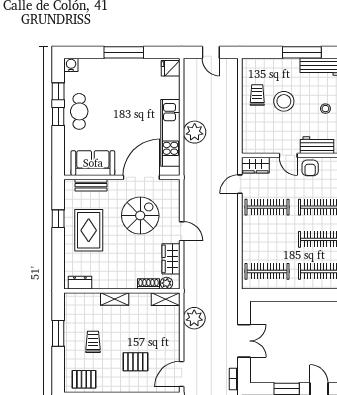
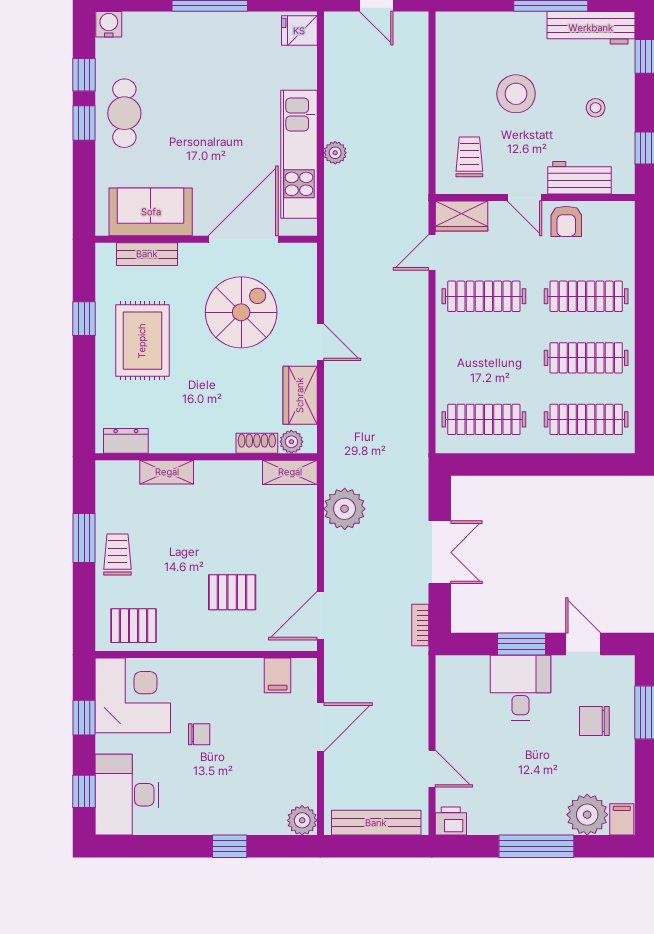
trolley: (257, 95) -> (469, 157), moved
plant: (195, 132) -> (335, 153), width x0.53, depth x0.53
shelving: (115, 299) -> (167, 472), moved
trolley: (93, 342) -> (118, 555), moved

